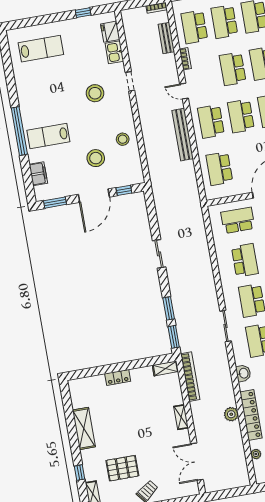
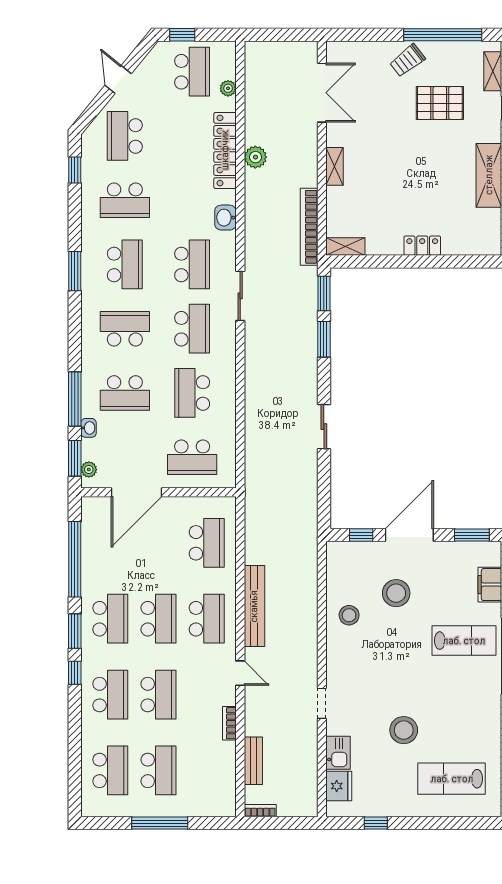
school desk: (194, 27) -> (207, 770), removed
stool: (95, 93) -> (404, 730), moved

